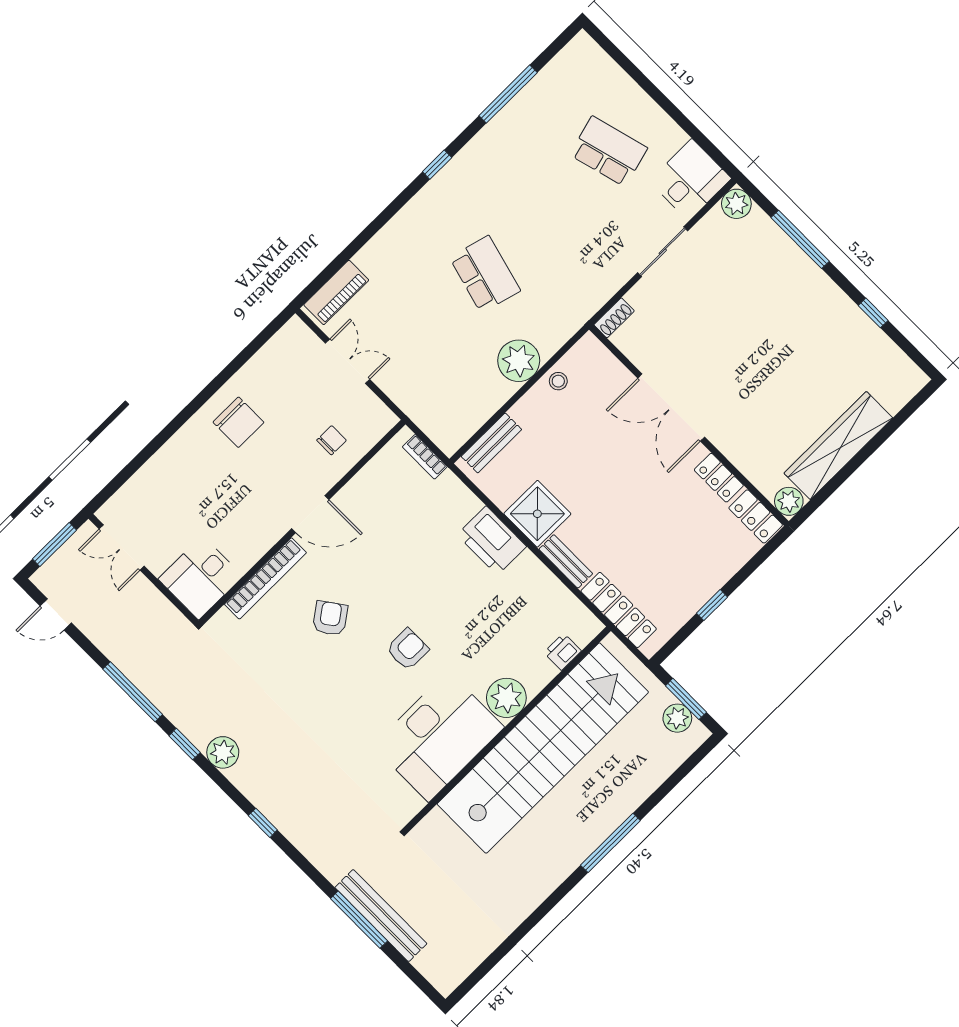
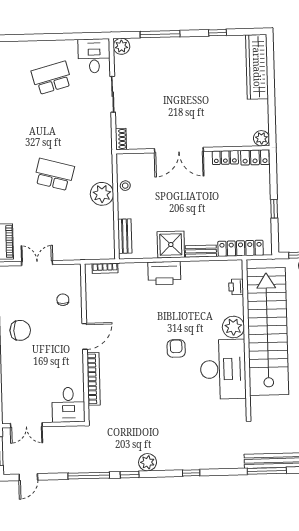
wardrobe: (838, 446) -> (257, 67), moved
armchair: (330, 618) -> (134, 368), removed

